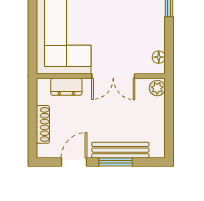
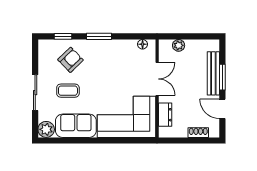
plant: (157, 88) -> (179, 45), moved
shoe rack: (43, 124) -> (198, 133), width x0.70

